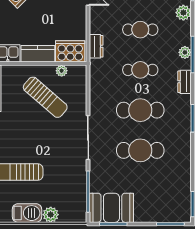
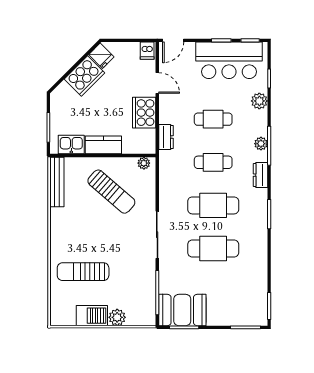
cooker: (70, 51) -> (144, 113), moved, turned -90
plant: (62, 71) -> (144, 163), moved

